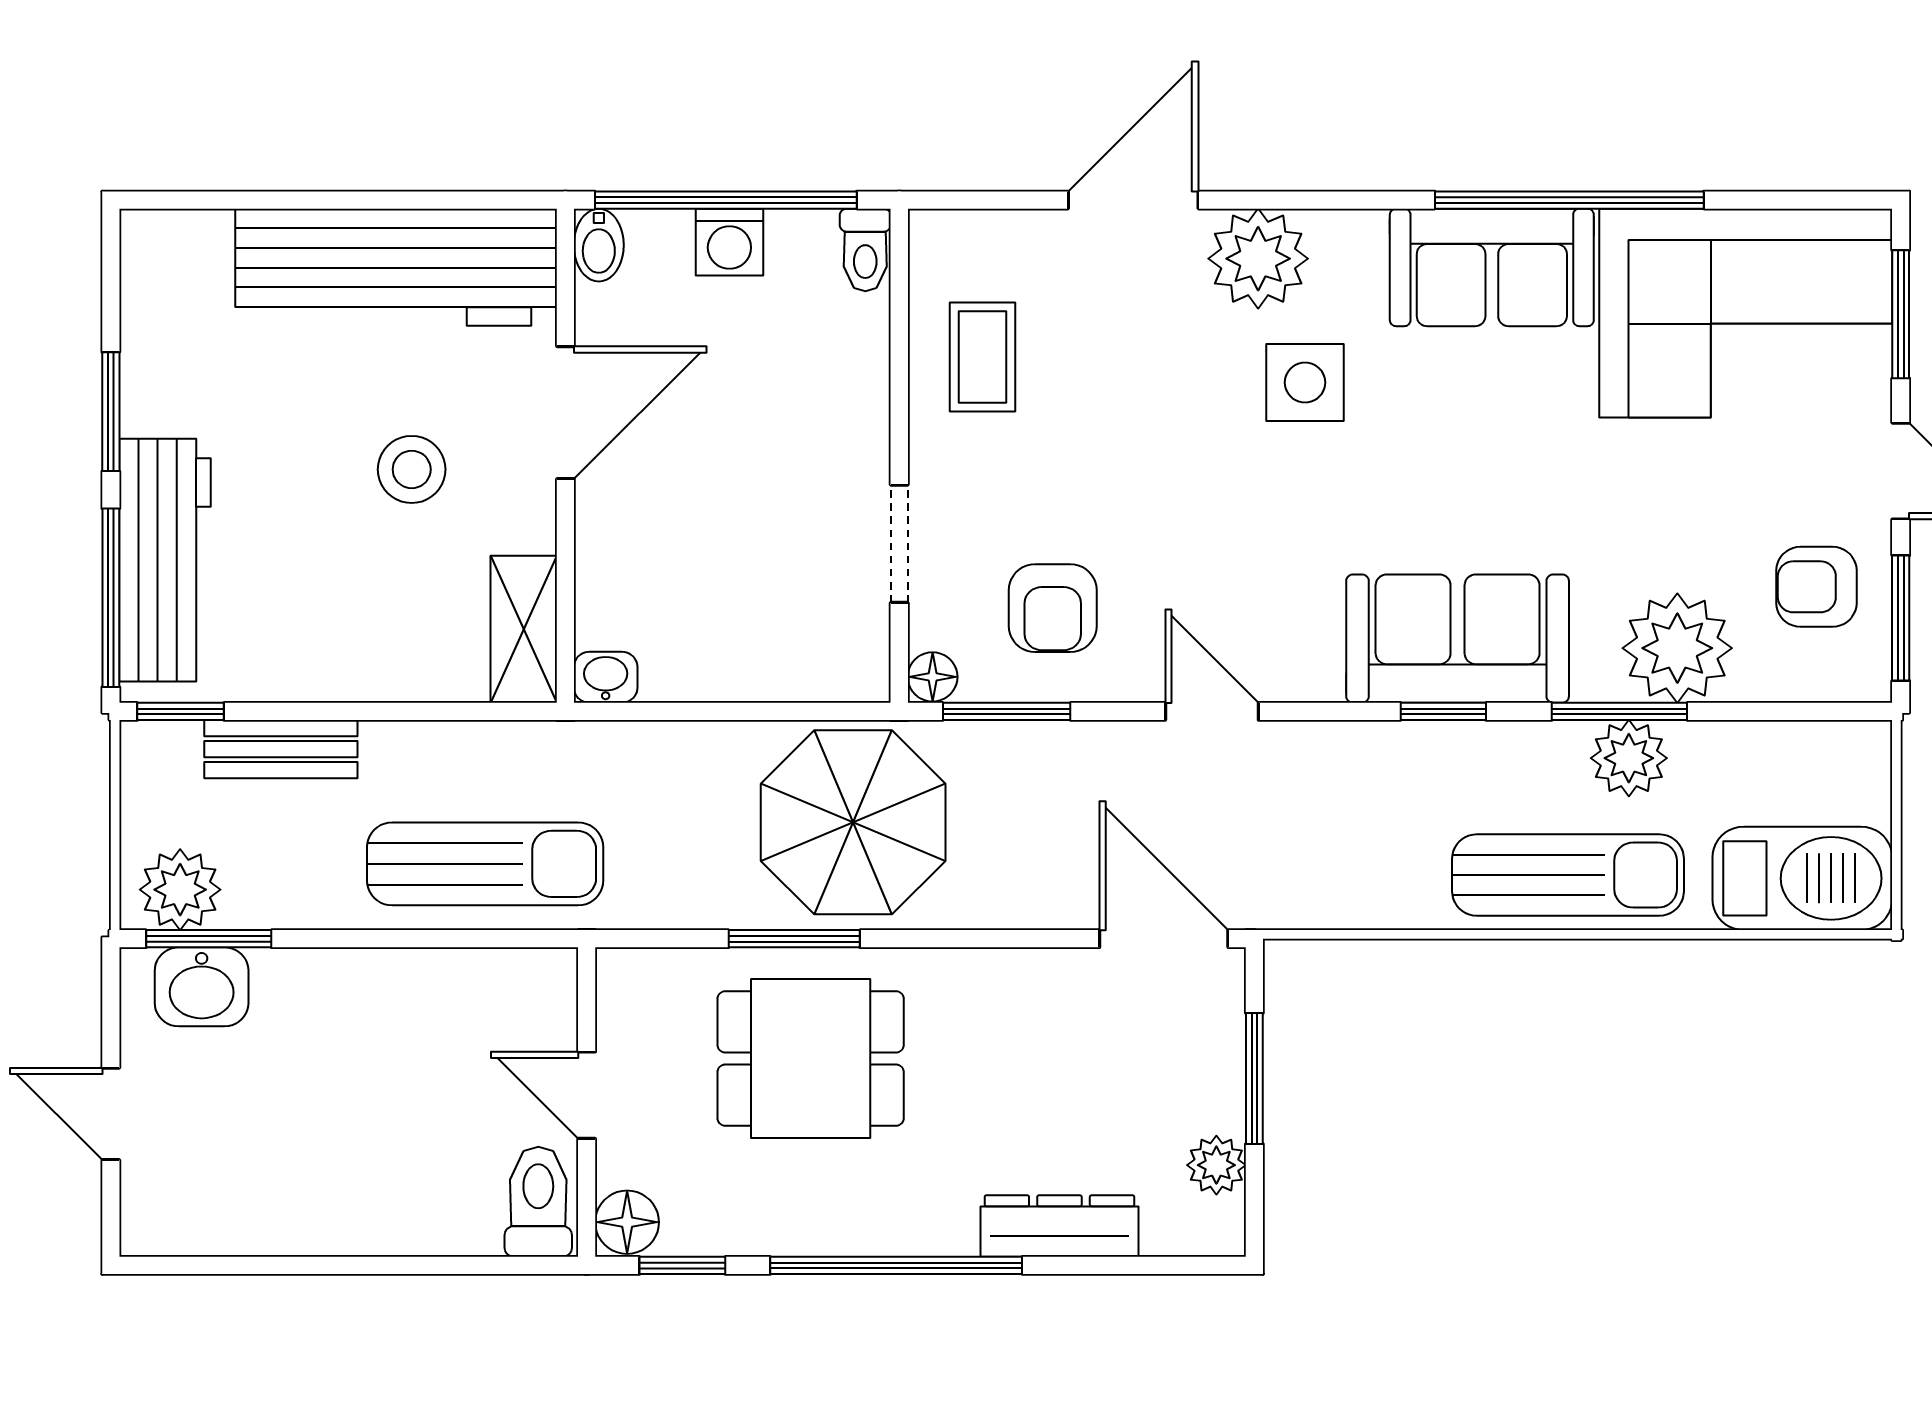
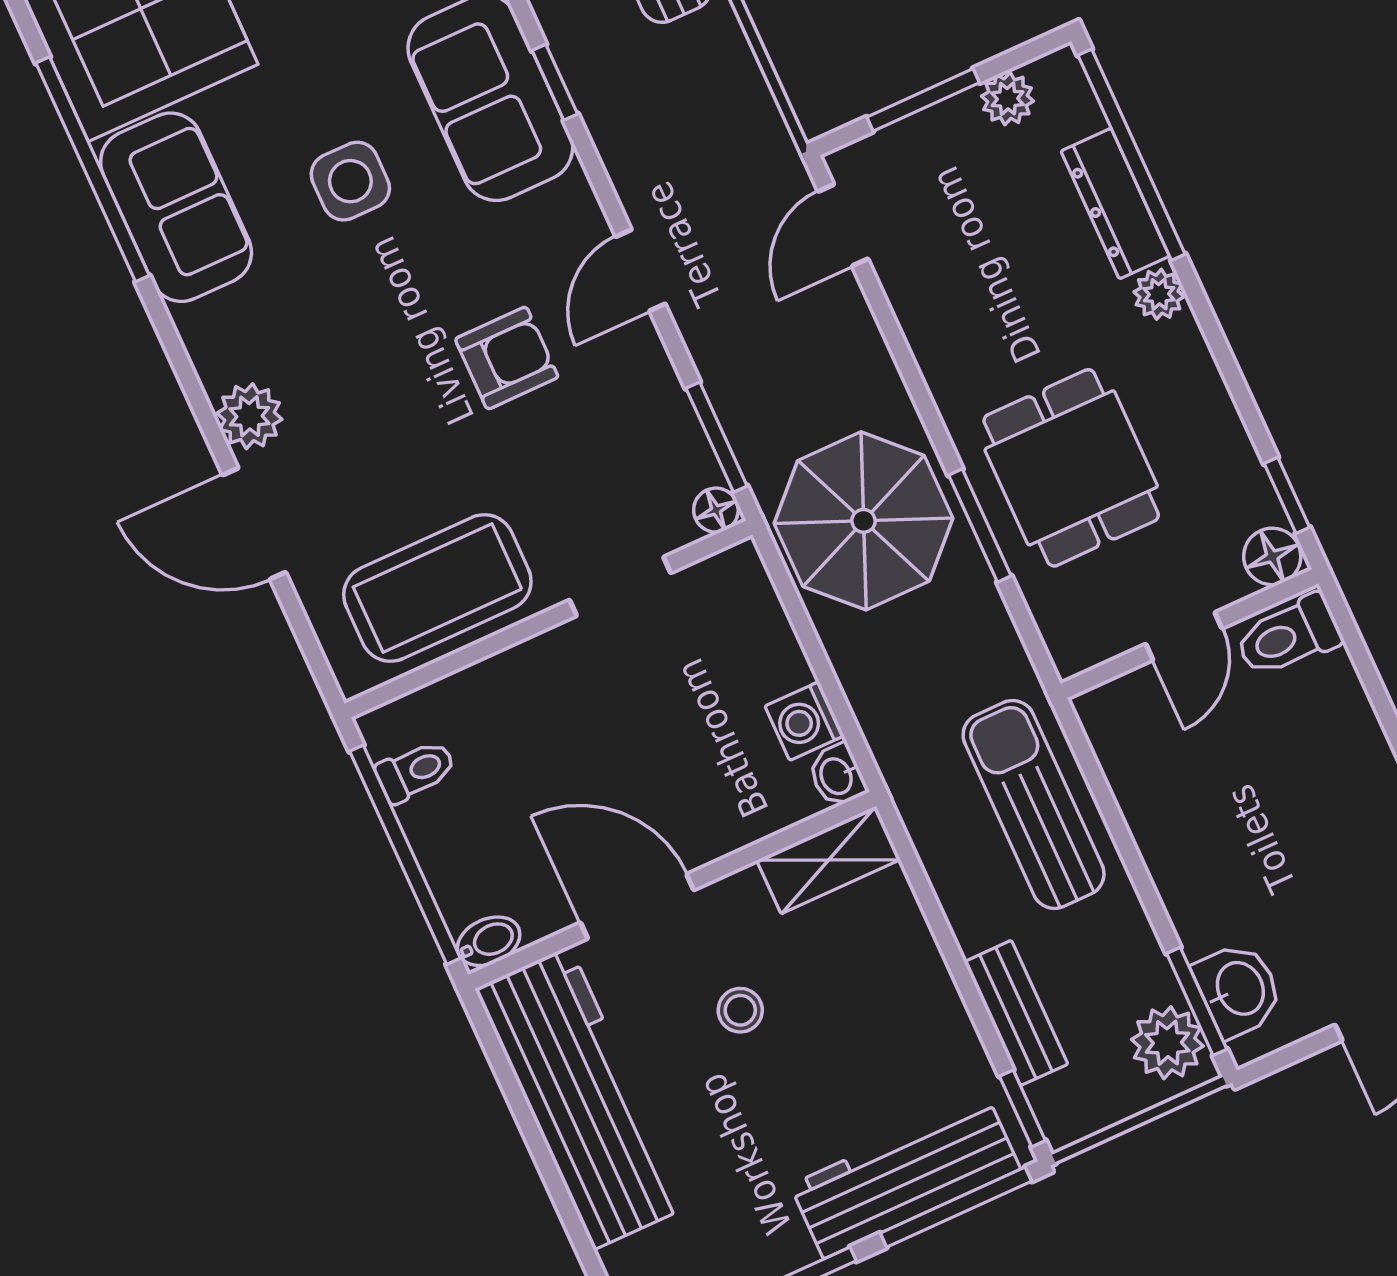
washing machine: (729, 242) -> (805, 721), moved, turned 180
toilet: (865, 250) -> (416, 771), moved
plant: (1258, 259) -> (249, 416), width x0.73, depth x0.73
coffee table: (983, 357) -> (437, 588), width x1.86, depth x1.72
side table: (1305, 383) -> (350, 181), moved
stool: (412, 469) -> (740, 1010), width x0.73, depth x0.73
armchair: (1053, 608) -> (507, 358), moved
door: (1164, 939) -> (843, 225), width x0.73
plant: (947, 1229) -> (1159, 294), added
window: (896, 1265) -> (1132, 155), moved

